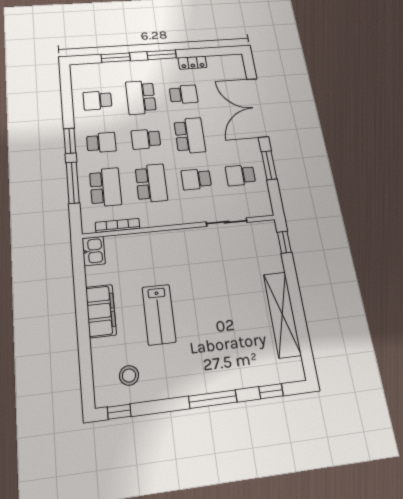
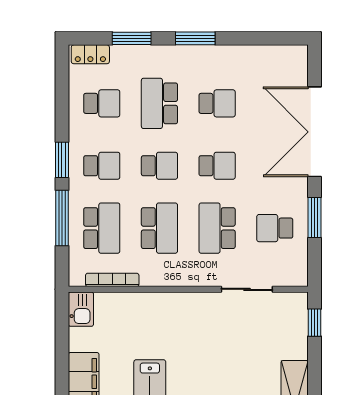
locker: (192, 63) -> (90, 54), moved
school desk: (97, 100) -> (102, 103), turned 180
school desk: (190, 136) -> (217, 166), width x0.54
school desk: (146, 139) -> (159, 166), turned 180
school desk: (196, 179) -> (217, 228), width x1.85

